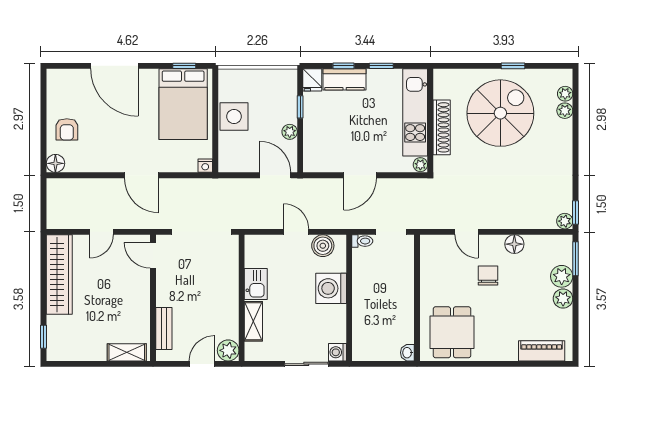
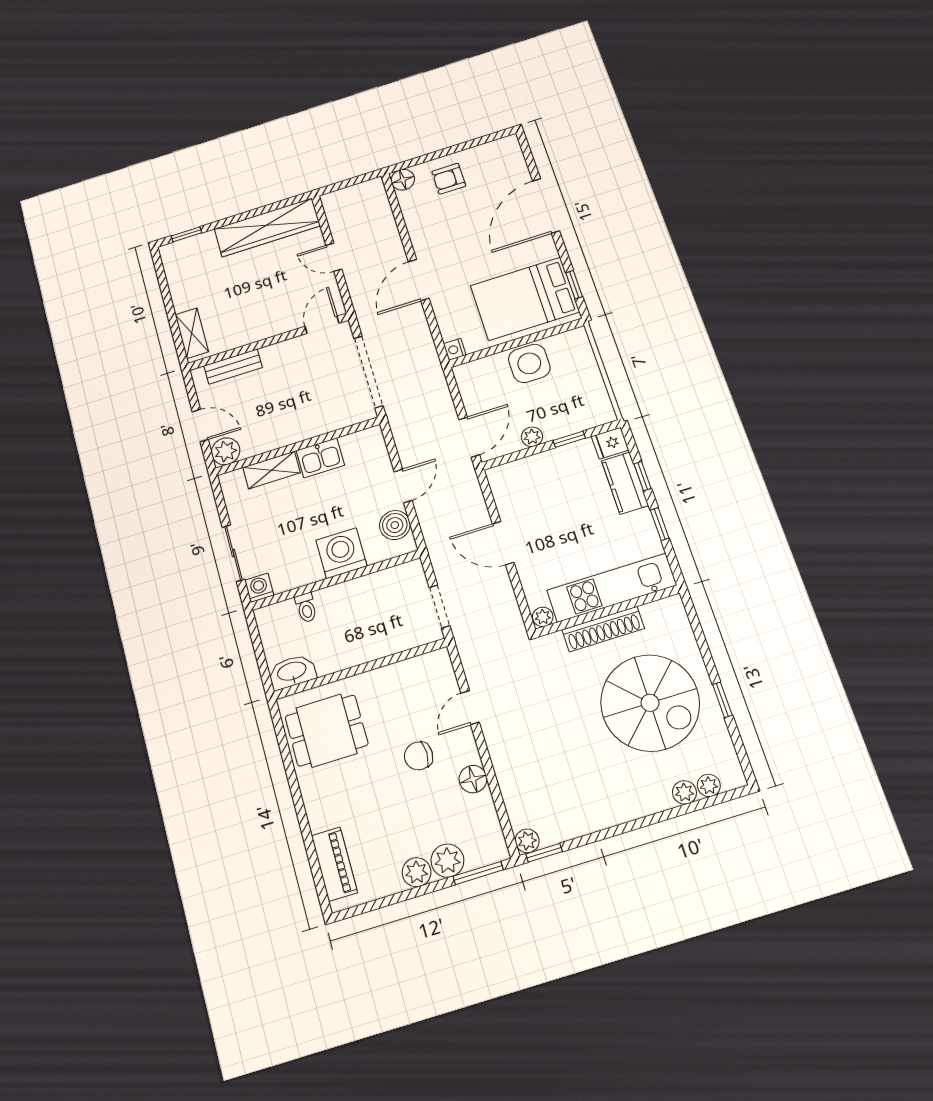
toilet: (362, 241) -> (306, 608), moved
chair: (488, 275) -> (419, 756), turned 180
washbasin: (407, 353) -> (292, 672), width x1.91, depth x1.45

